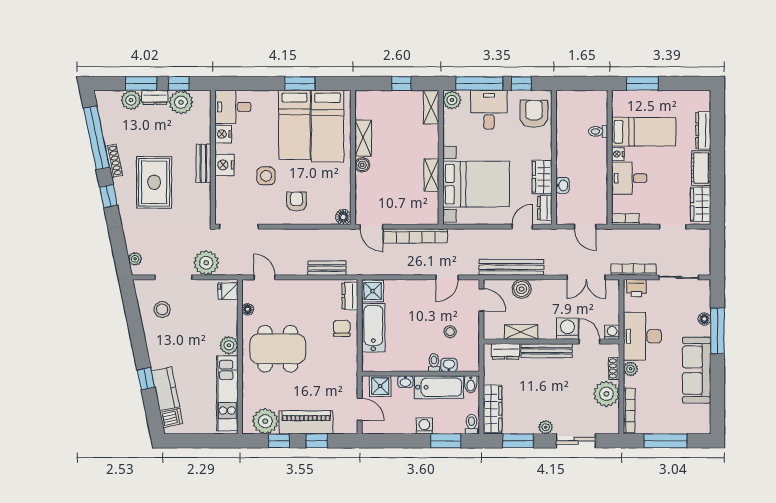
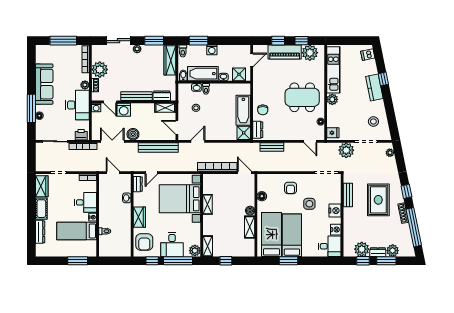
bench: (203, 163) -> (348, 195), moved
wardrobe: (542, 177) -> (139, 217), moved
floor lamp: (343, 217) -> (262, 196), moved
boiler: (522, 289) -> (133, 134), moved
shelving: (521, 332) -> (165, 108), moved
kitchen counter: (165, 389) -> (374, 87), moved
door: (360, 409) -> (252, 60), swing flipped

